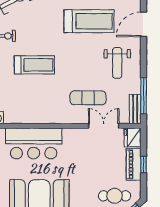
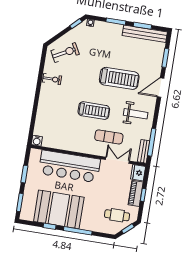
weight bench: (117, 63) -> (136, 114), turned -90
treadmill: (34, 65) -> (94, 111), moved
bar counter: (34, 143) -> (69, 166), width x1.36

